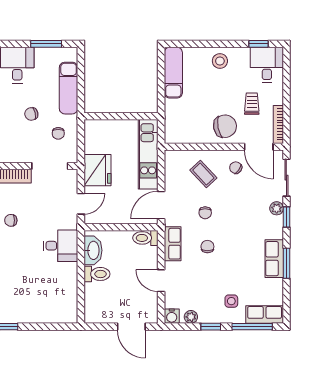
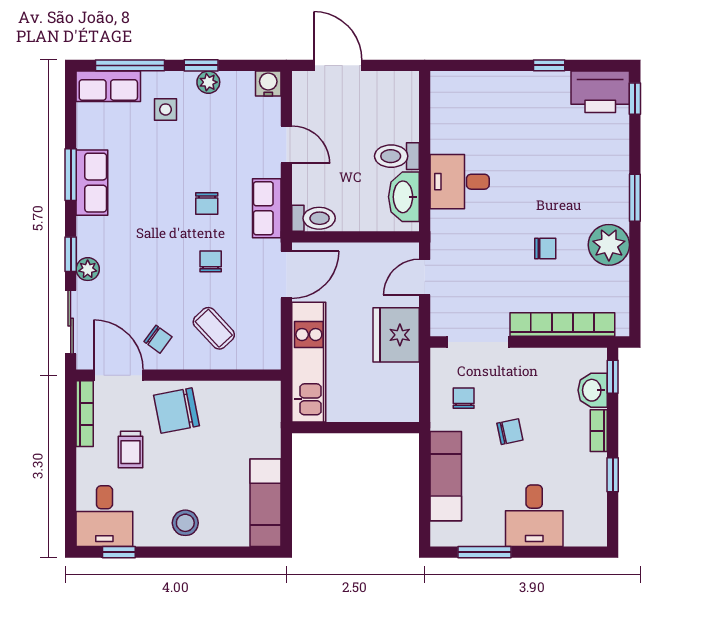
desk: (61, 246) -> (460, 182), moved
plant: (191, 317) -> (208, 82), moved

